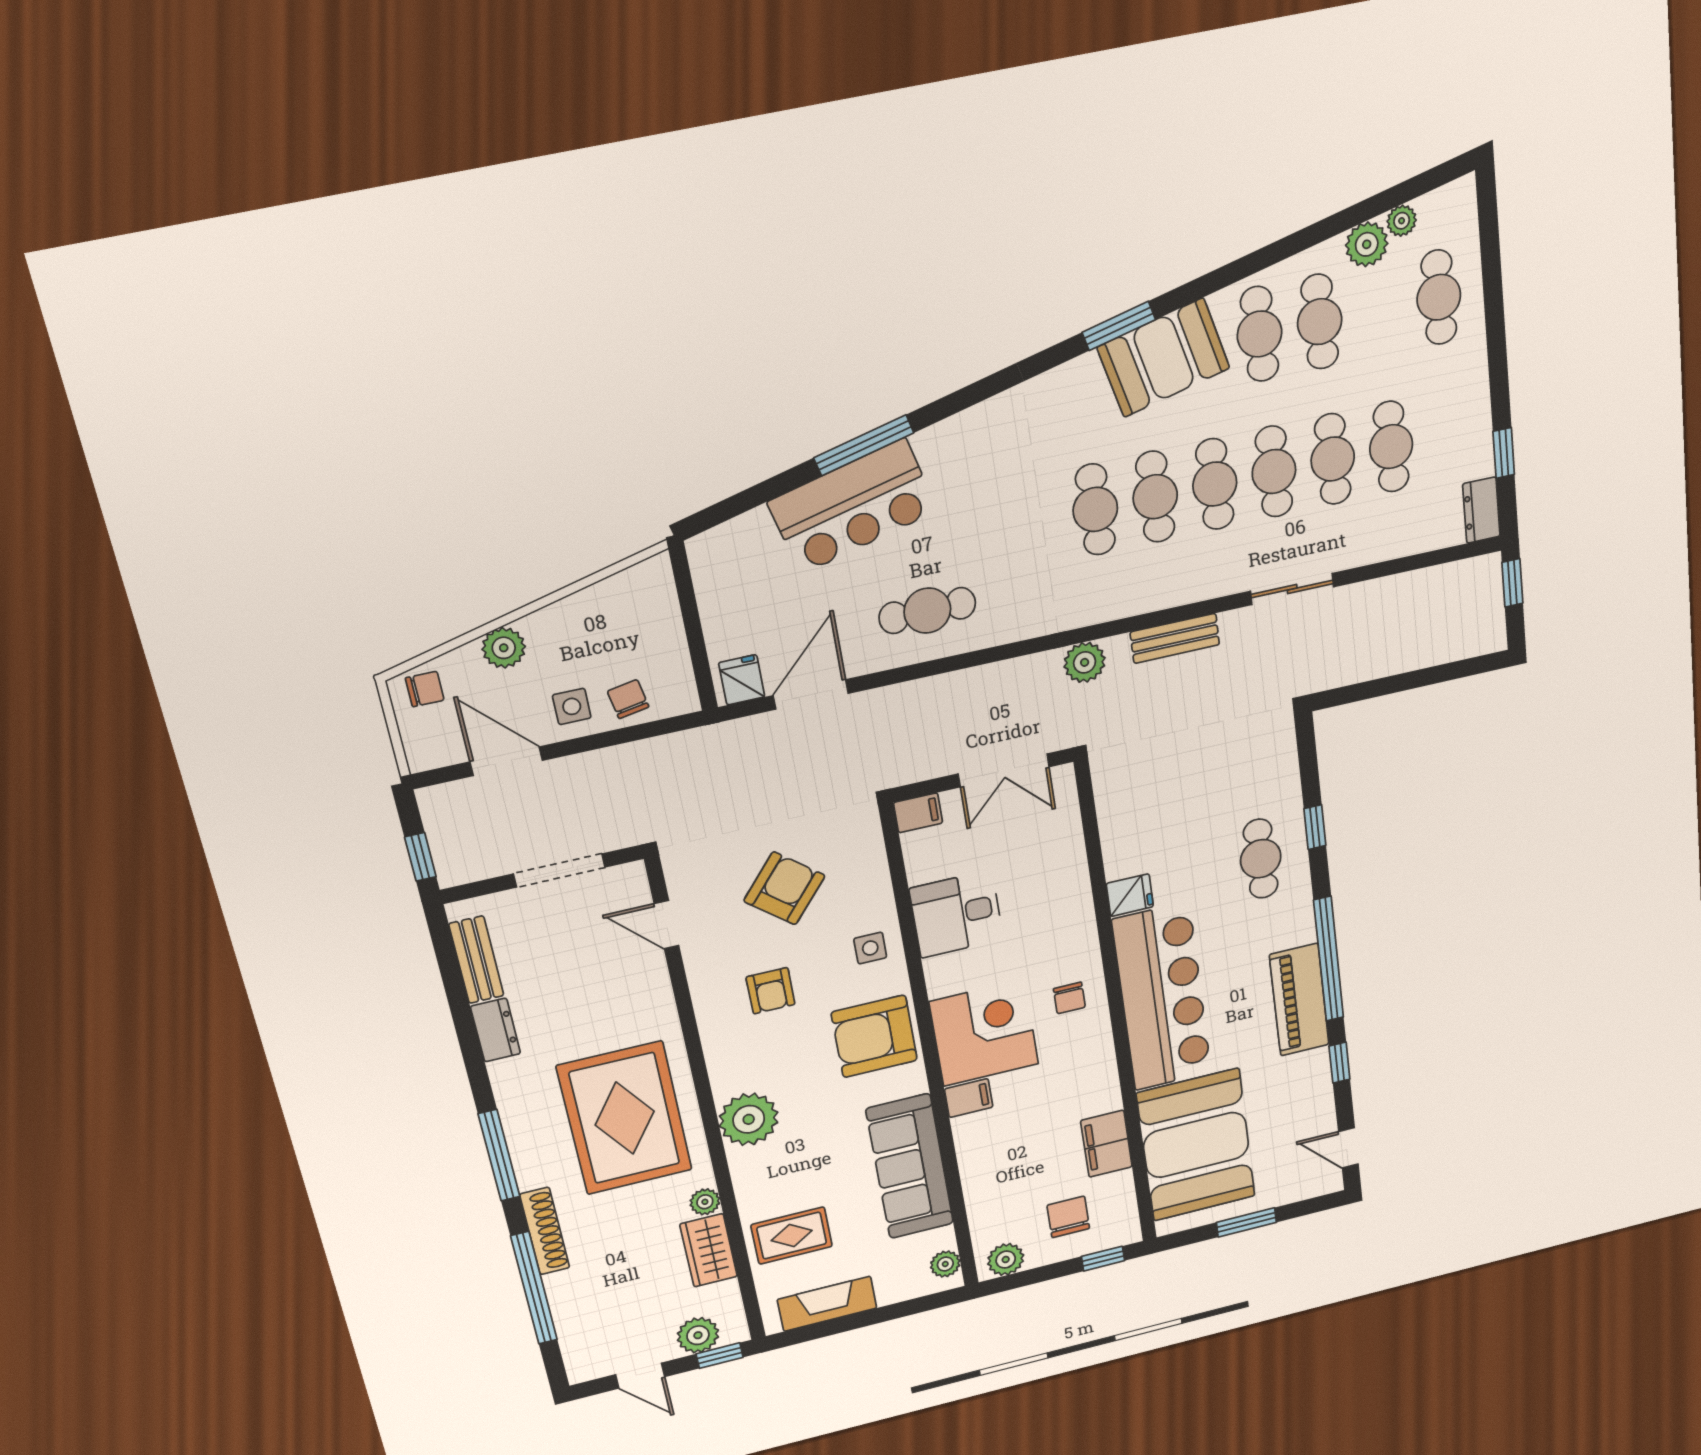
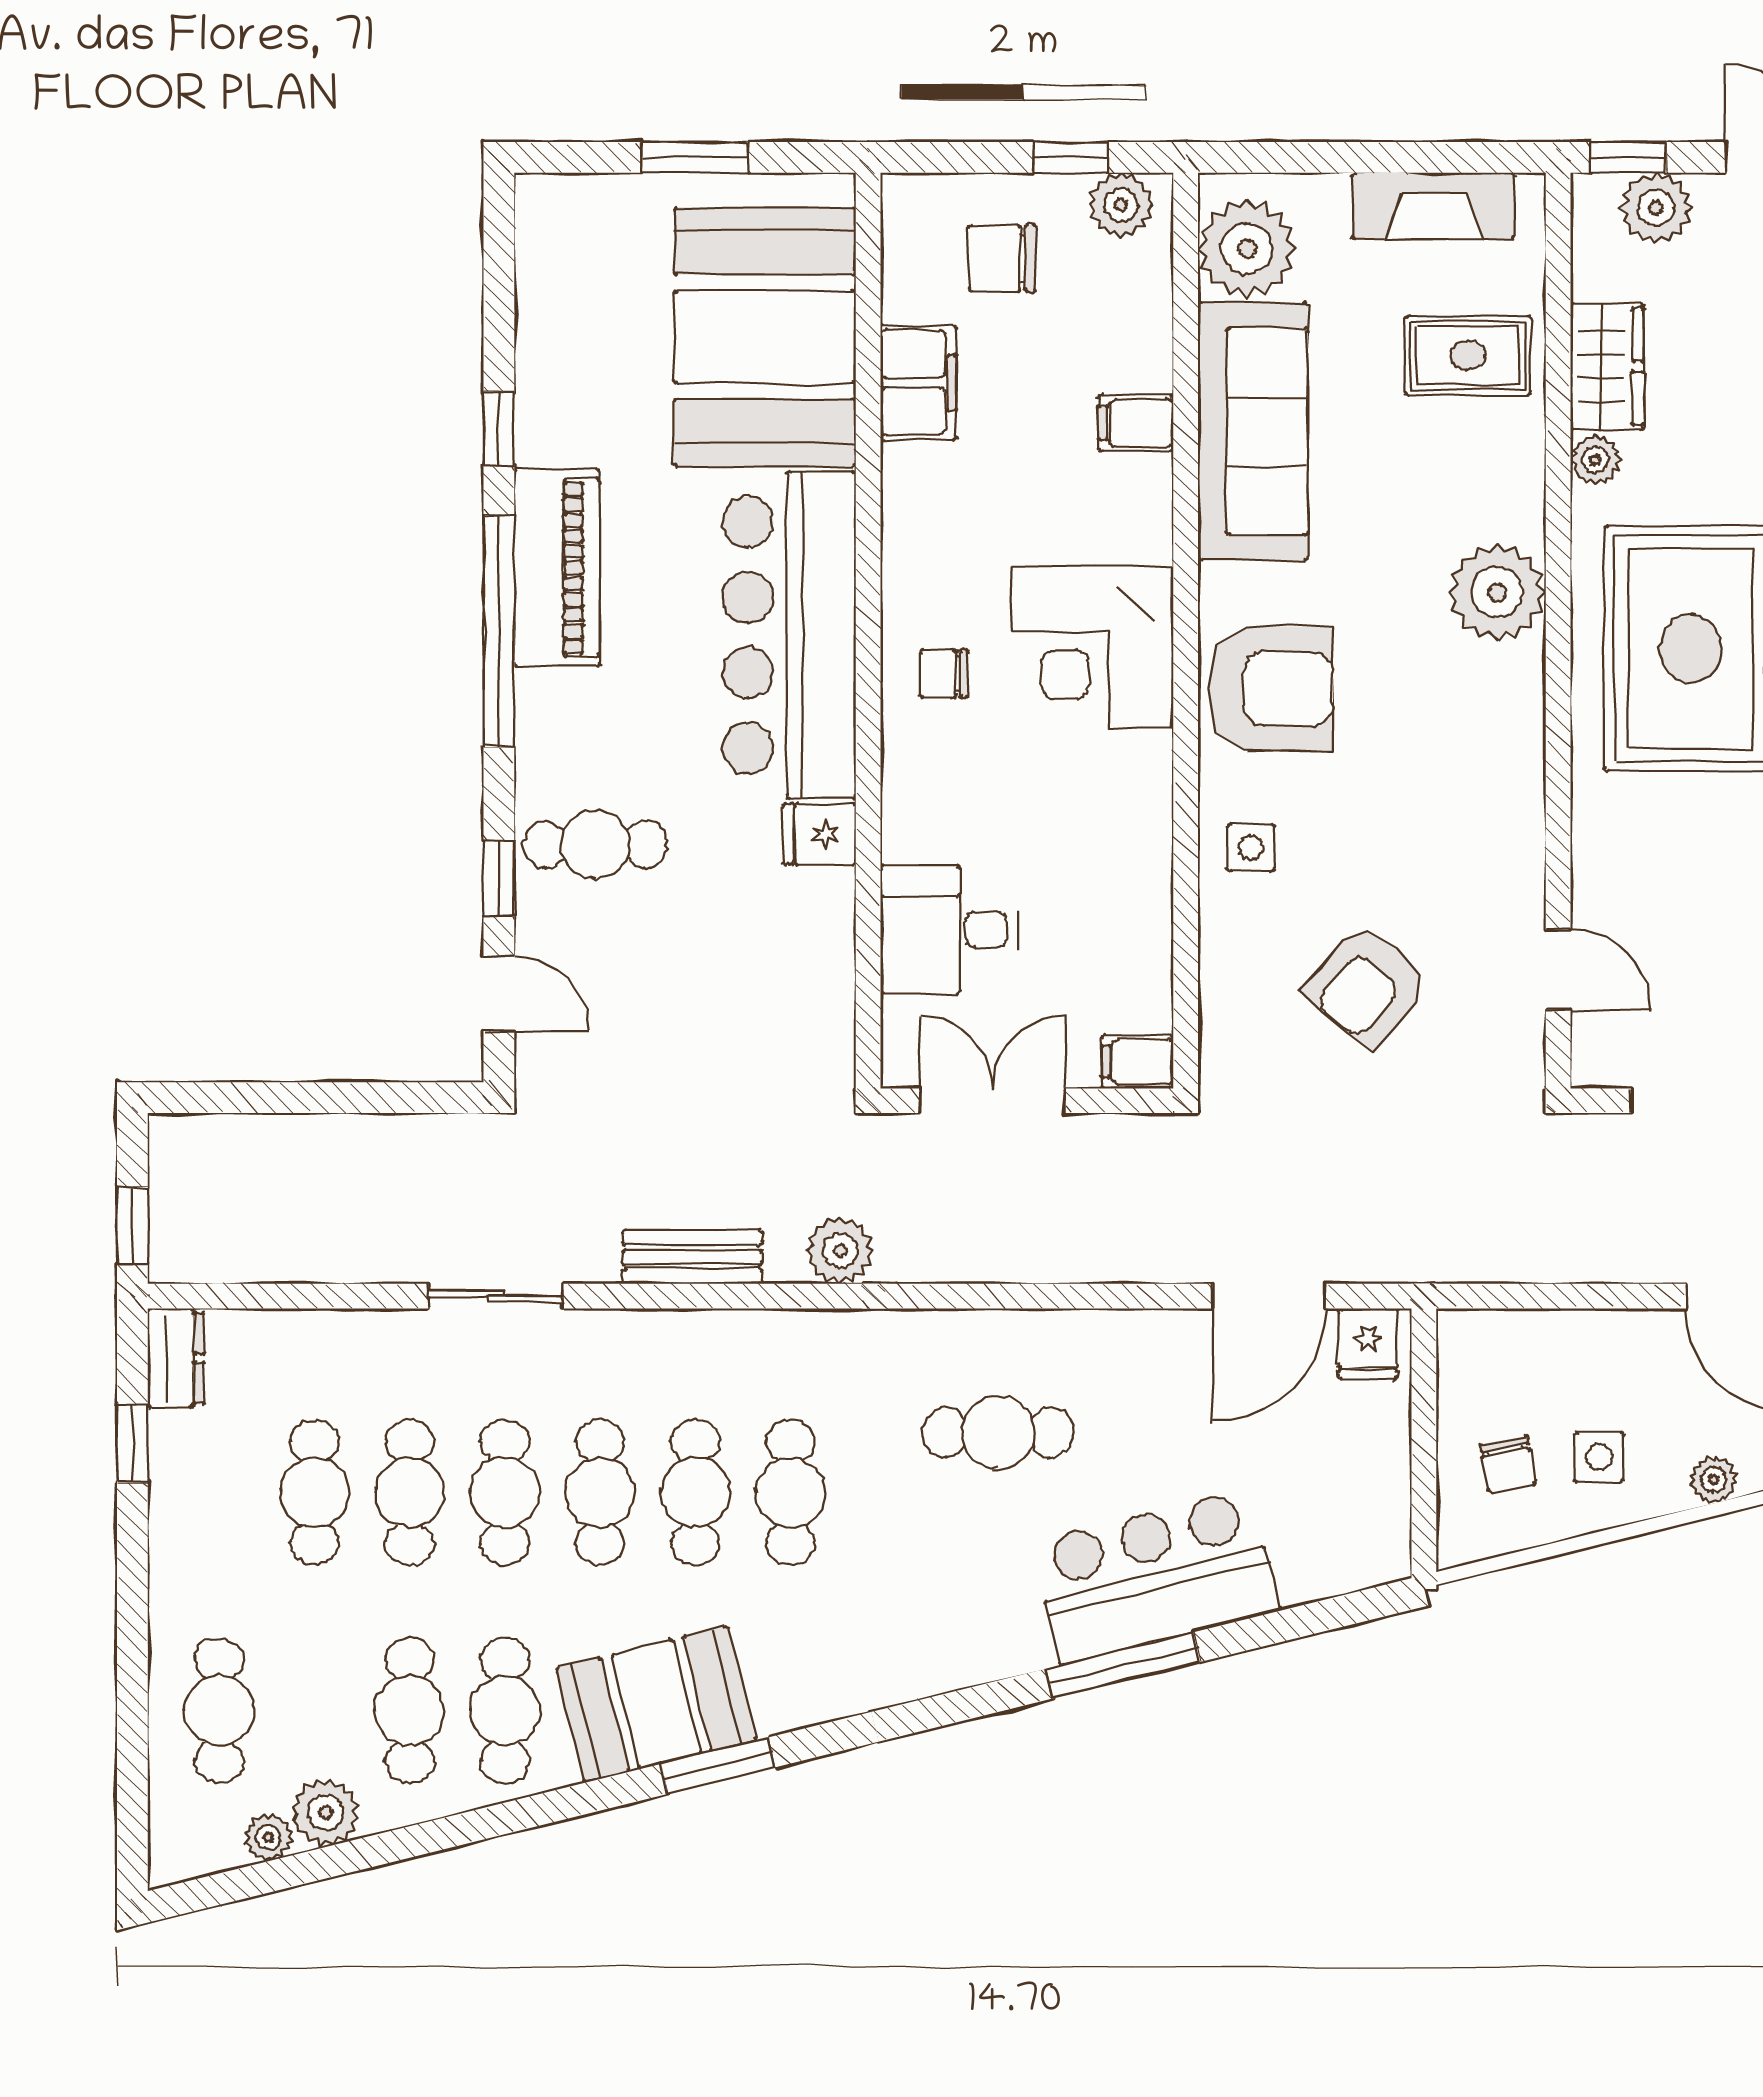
cafe table: (927, 611) -> (998, 1433), moved
plant: (504, 648) -> (1713, 1480), width x0.73, depth x0.73
chair: (628, 699) -> (1508, 1464), moved
side table: (572, 706) -> (1599, 1457), moved
cafe table: (1261, 859) -> (595, 845), turned 90
desk: (956, 914) -> (949, 930), moved, turned 180
armchair: (771, 991) -> (1420, 814), removed
chair: (1069, 998) -> (944, 674), turned -90
filing cabinet: (969, 1098) -> (1136, 423), moved
door: (1348, 1148) -> (499, 994), moved
chair: (1068, 1217) -> (1002, 258), turned 90
window: (1103, 1259) -> (1070, 157), moved
plant: (945, 1264) -> (1247, 249), width x1.87, depth x1.87

